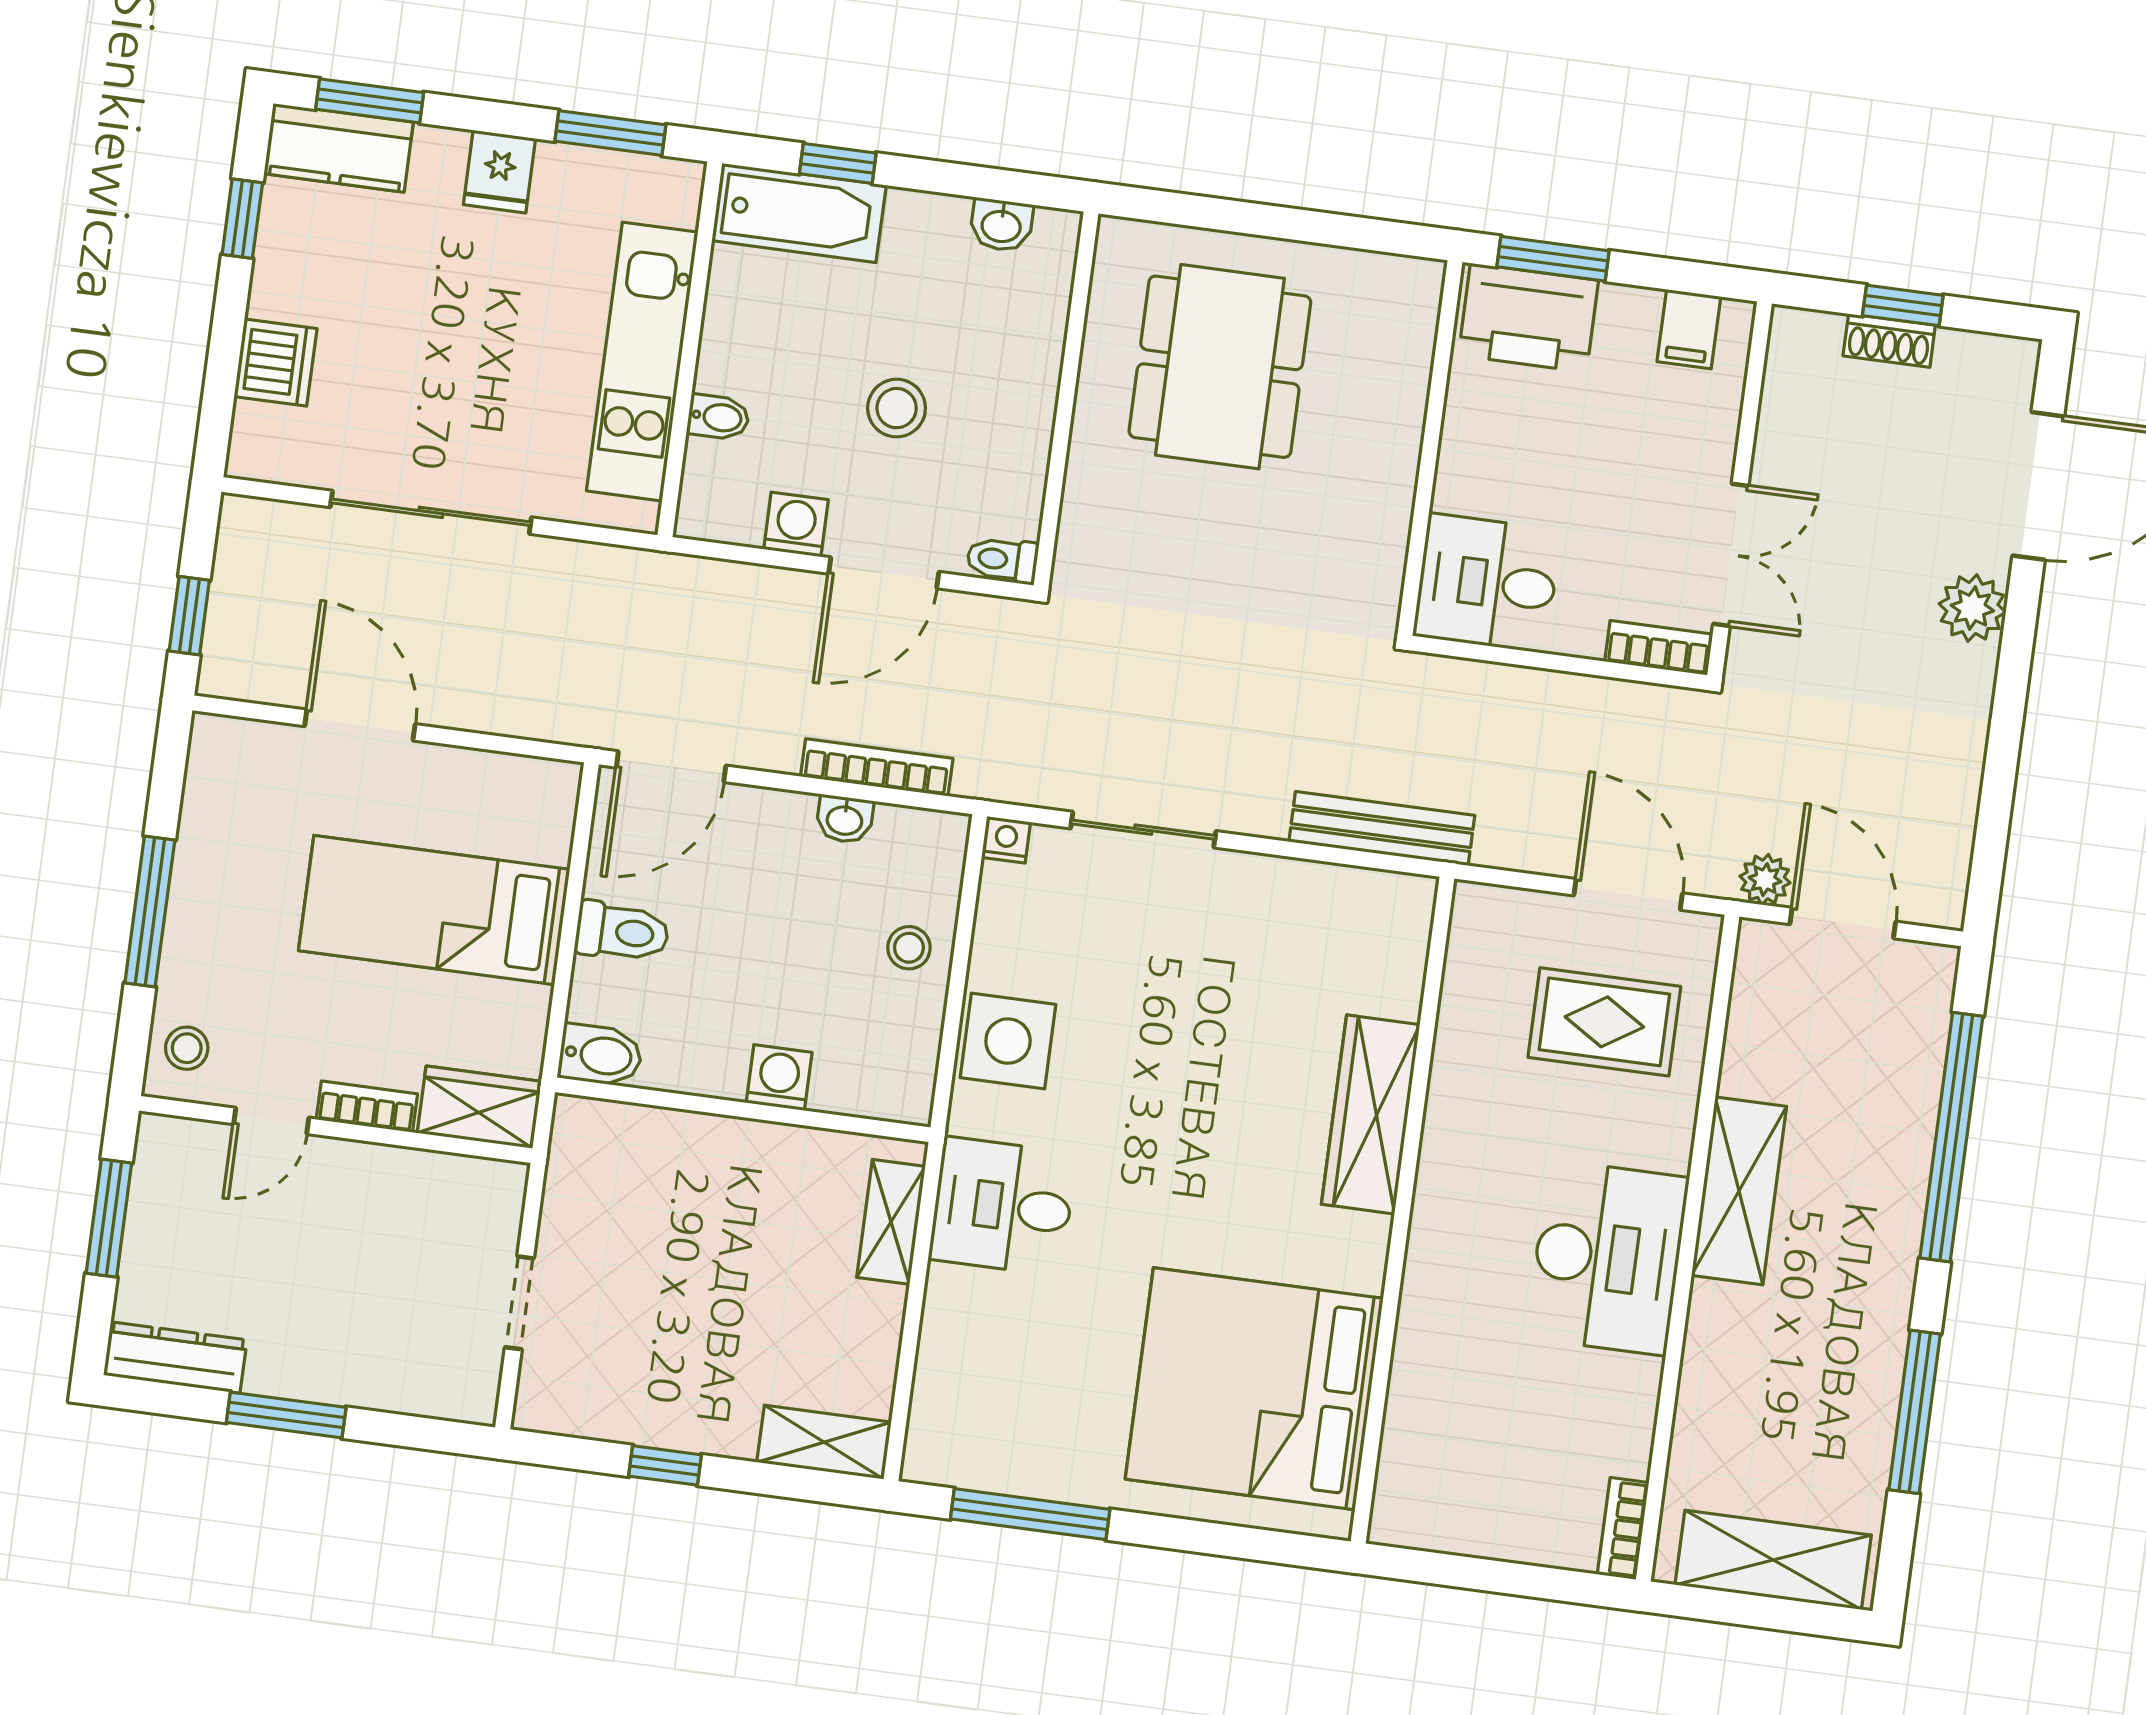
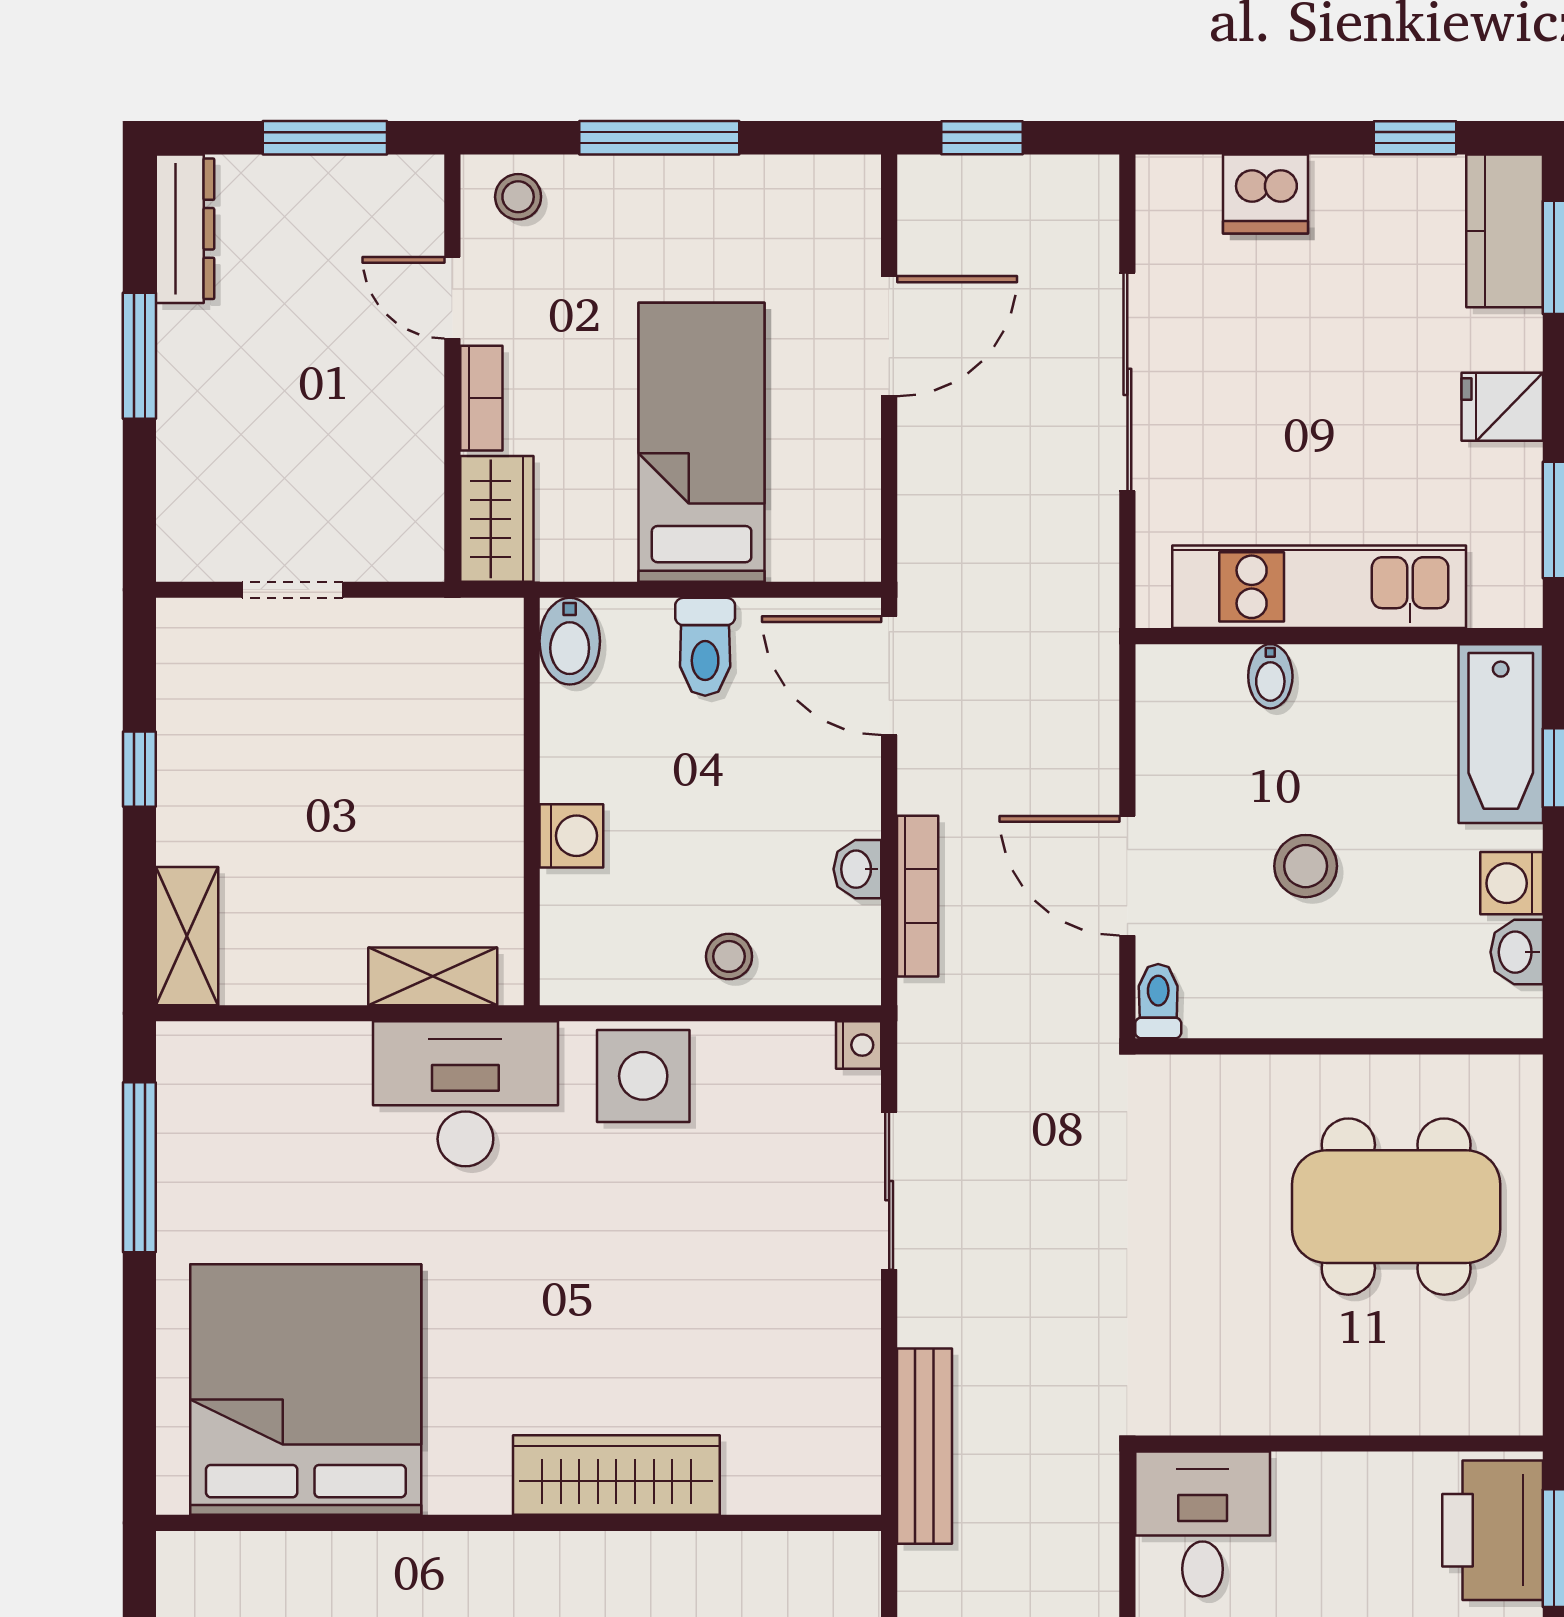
washing machine: (796, 524) -> (1512, 883), moved, turned 180
desk: (1003, 1206) -> (465, 1094), width x1.37

